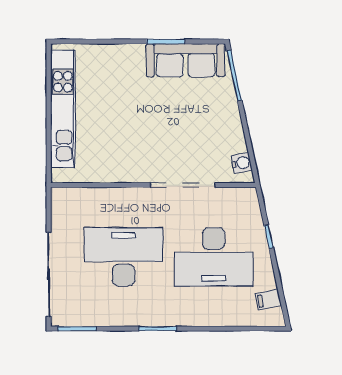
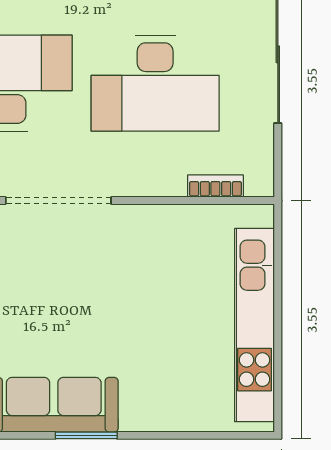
bookcase: (87, 194) -> (215, 186), added

